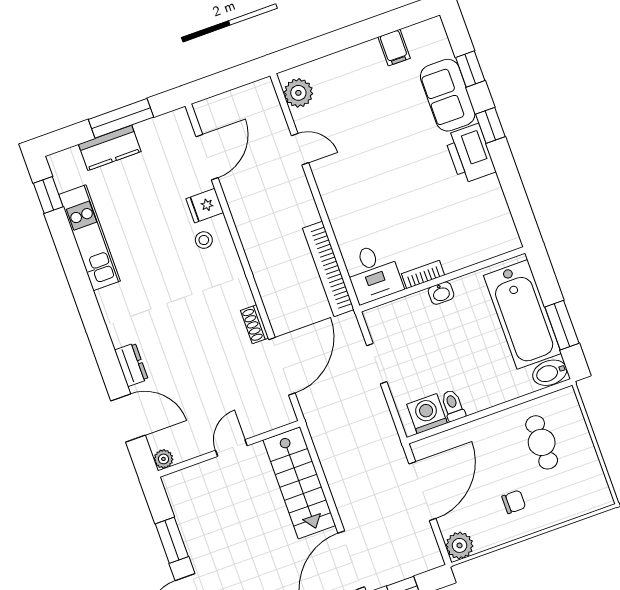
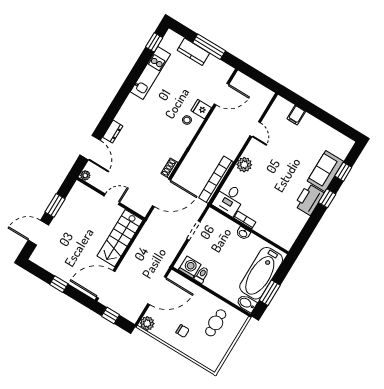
filing cabinet: (394, 48) -> (296, 115), moved
plant: (298, 93) -> (244, 165), moved

